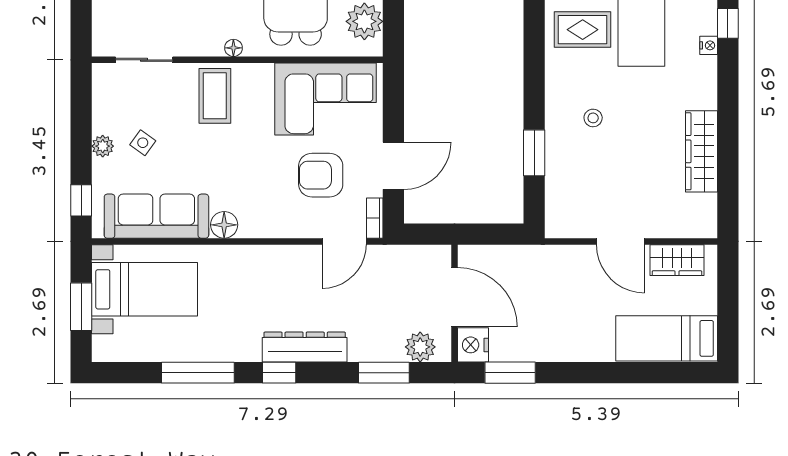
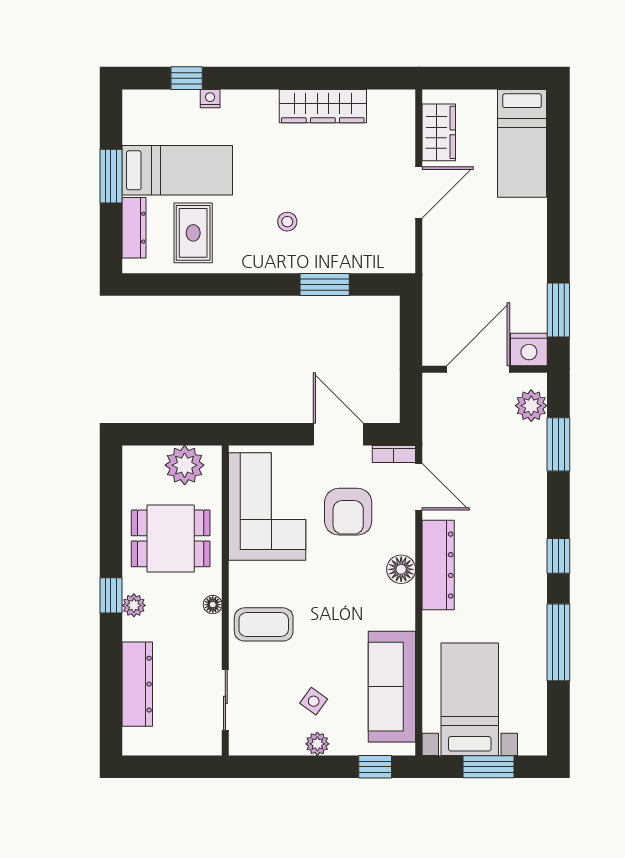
floor lamp: (224, 225) -> (401, 569), moved
dresser: (305, 347) -> (438, 565), moved, turned 180

